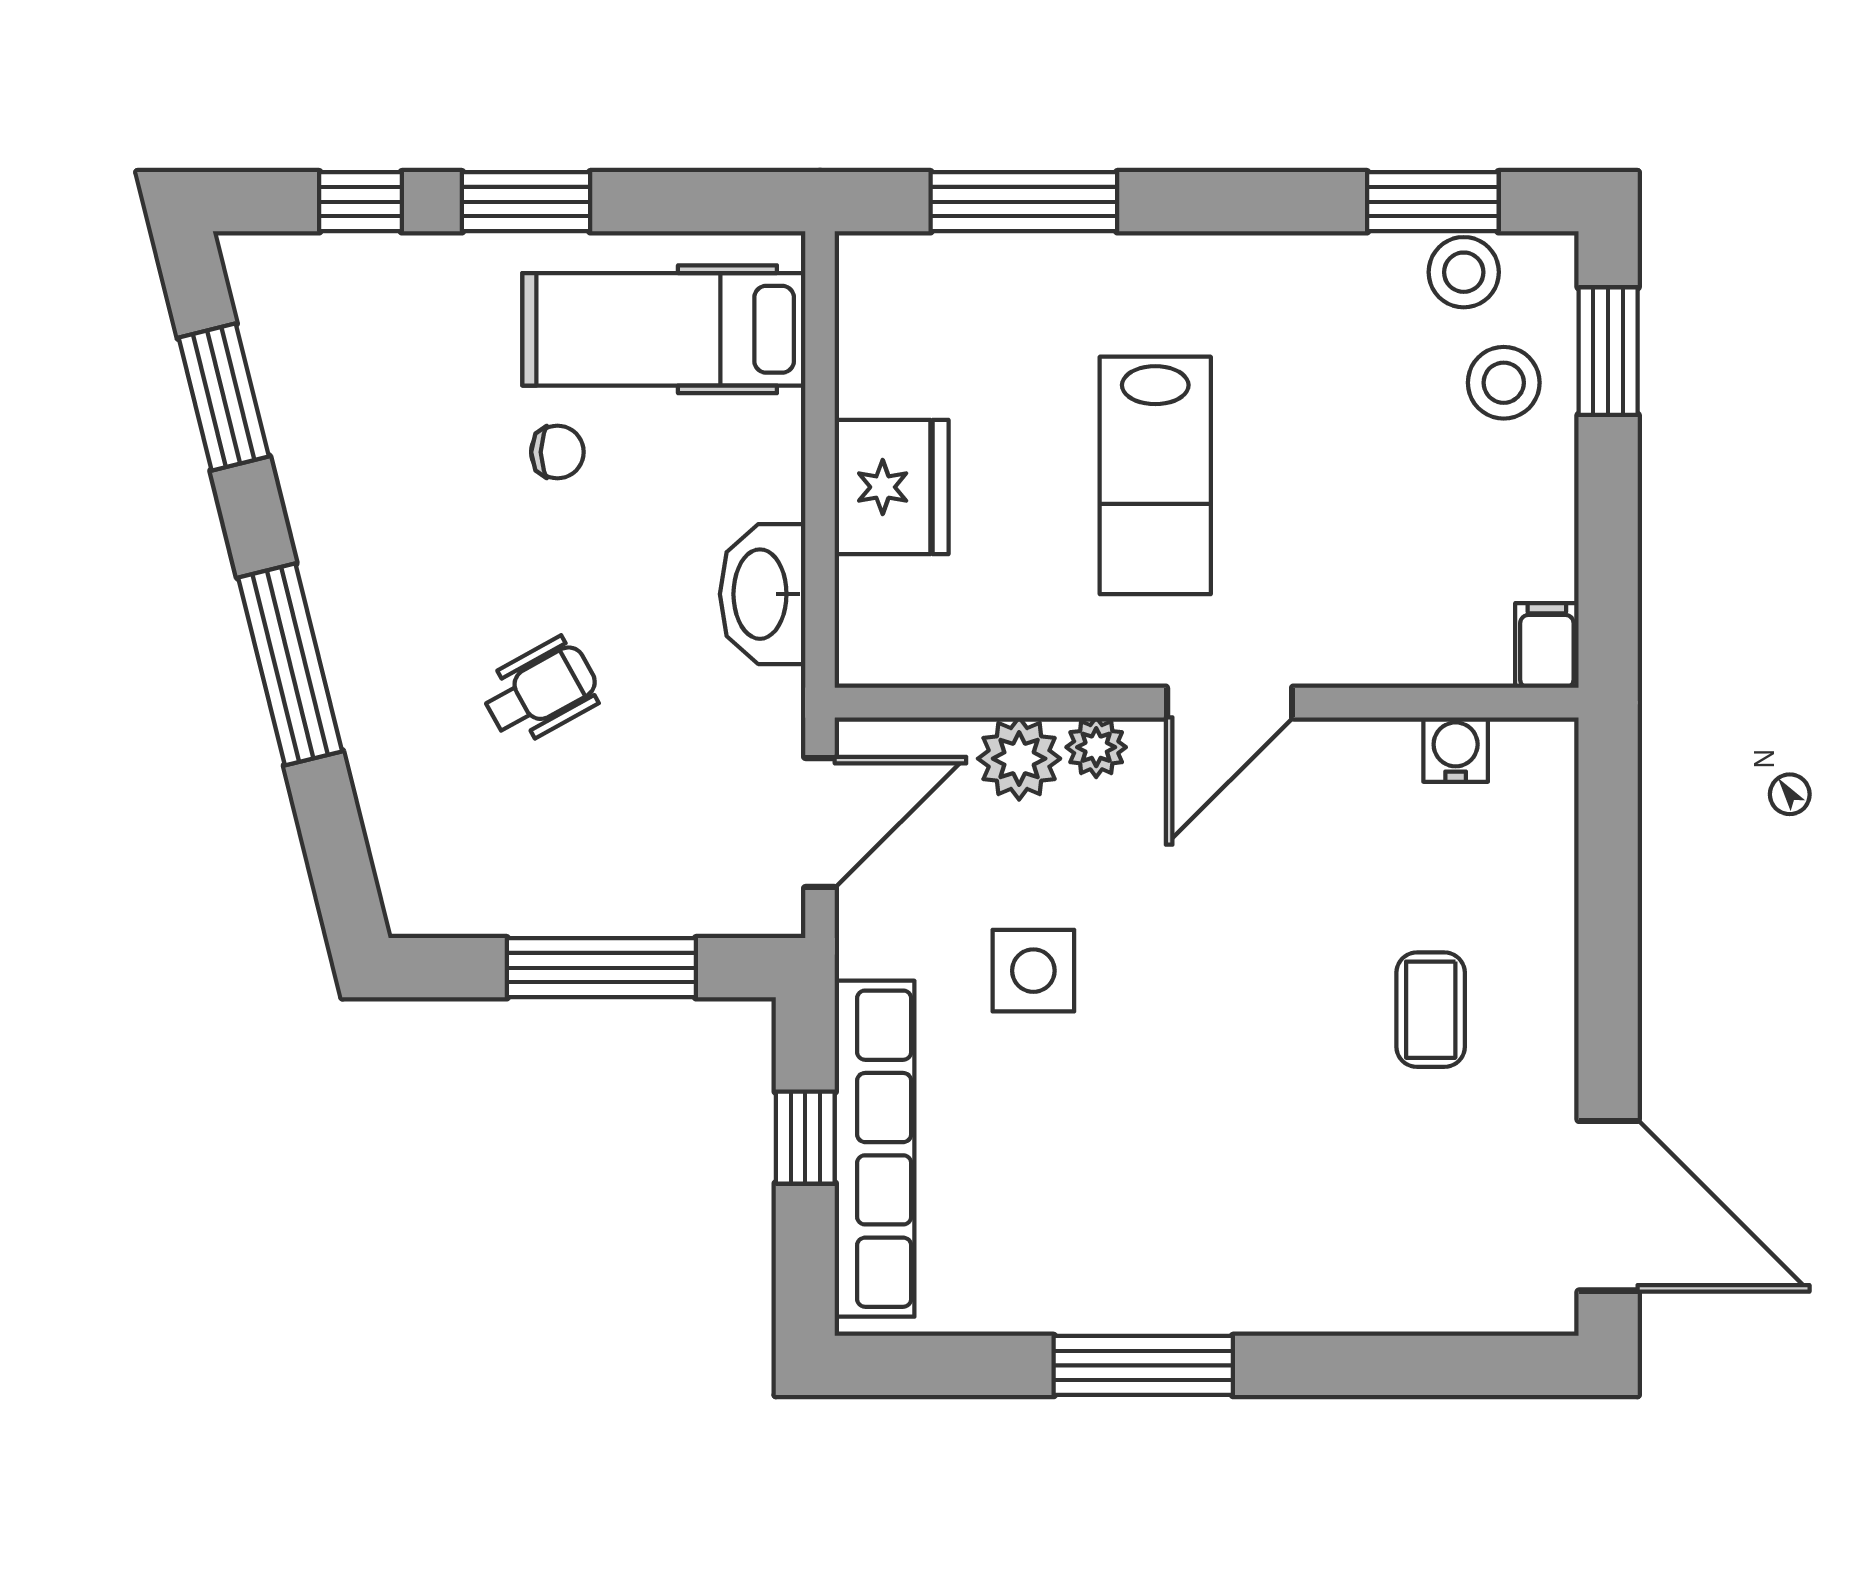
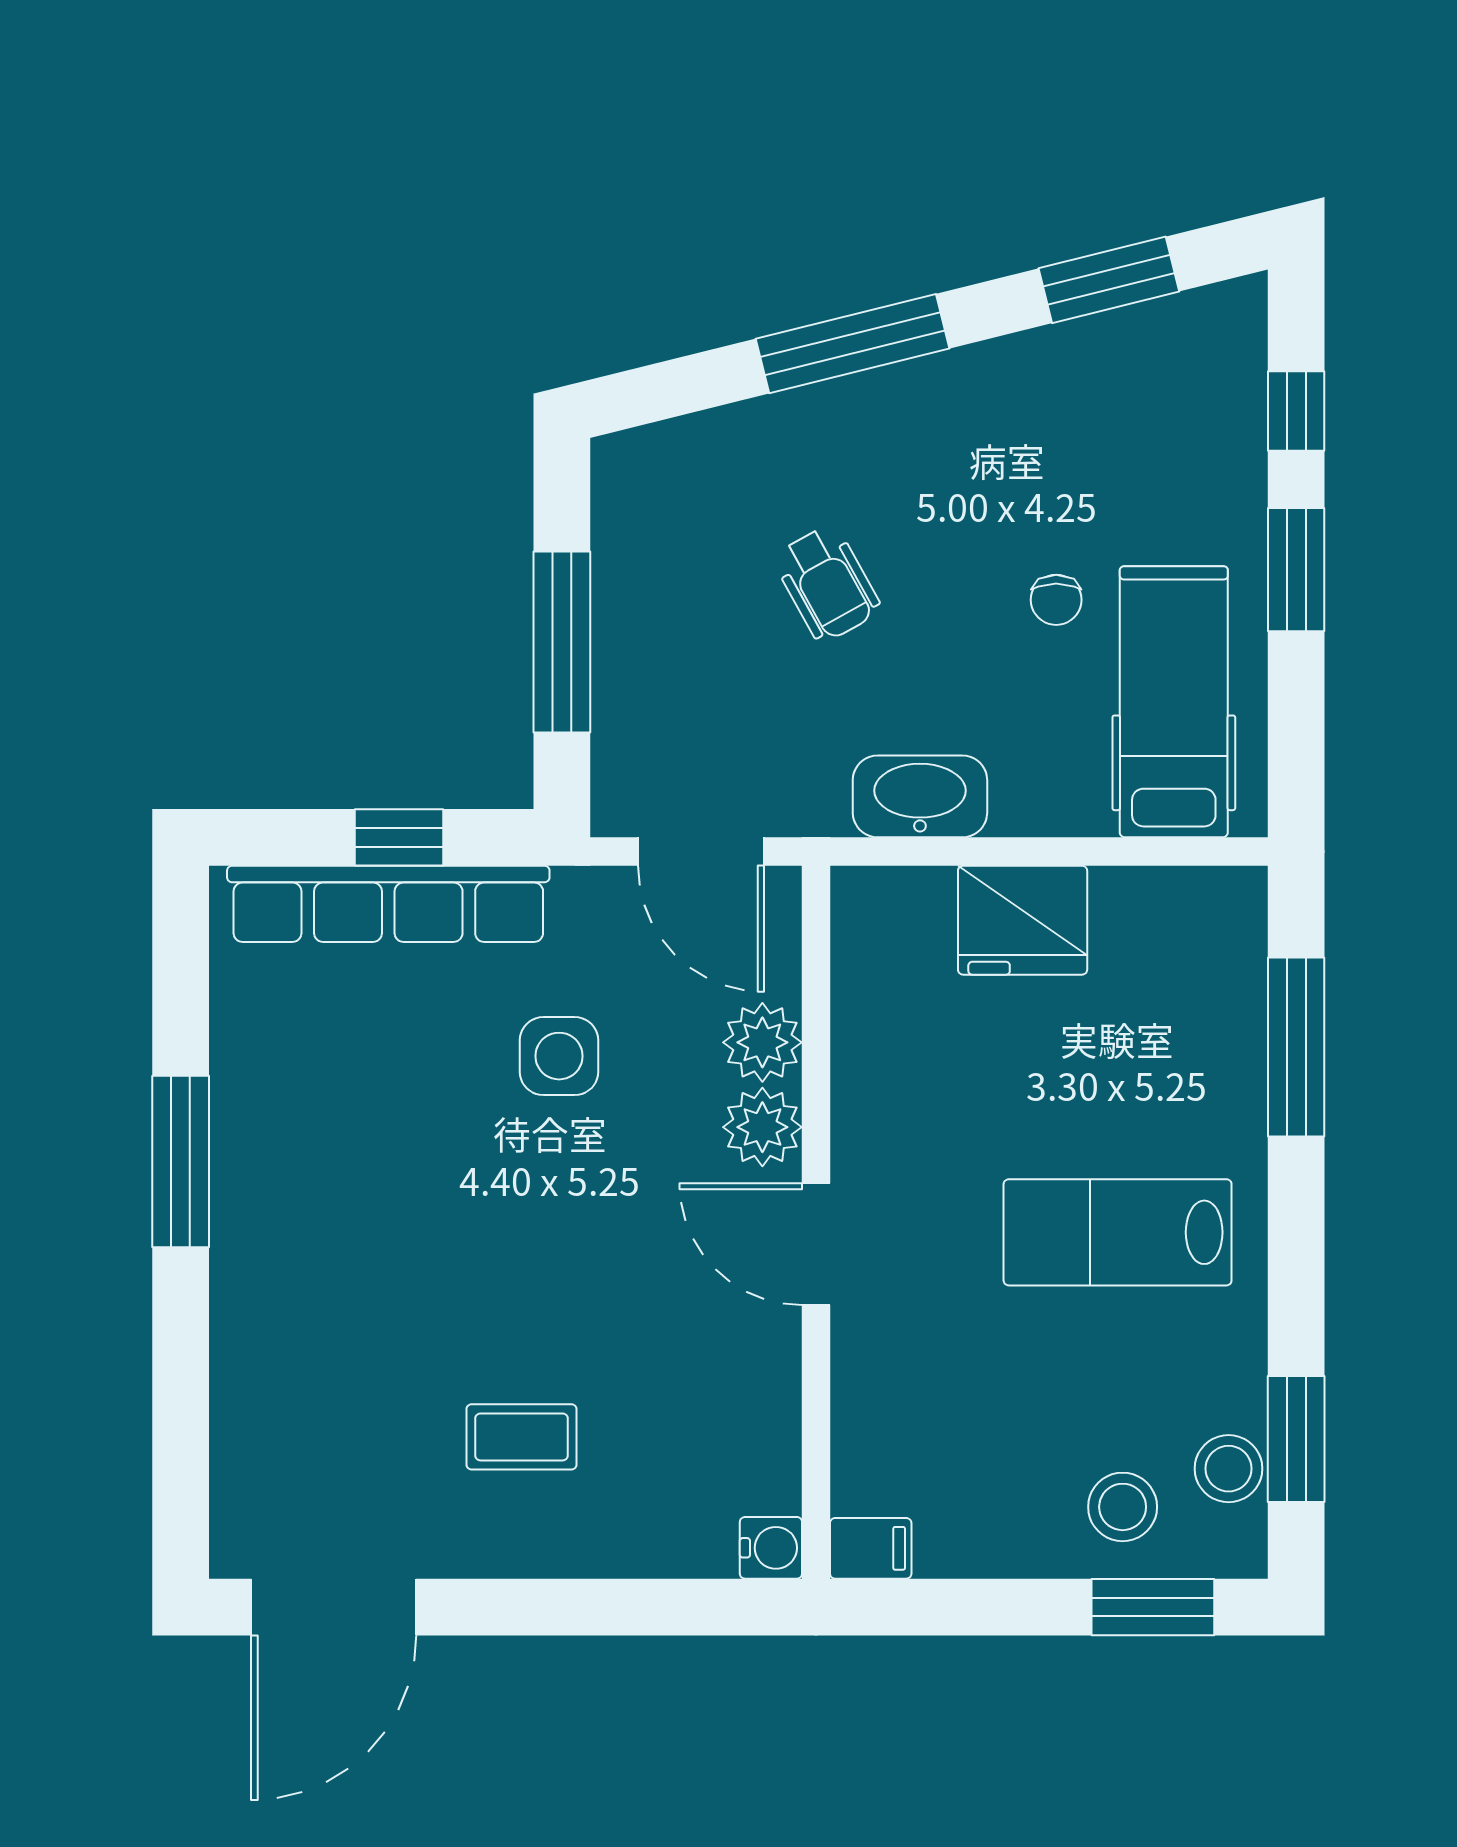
lab bench: (1155, 475) -> (1118, 1232), moved
plant: (1096, 747) -> (762, 1127), width x1.38, depth x1.38
water cooler: (1456, 750) -> (771, 1548), moved

